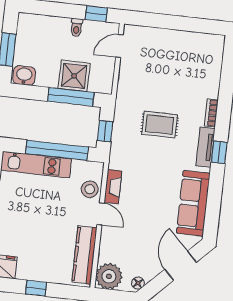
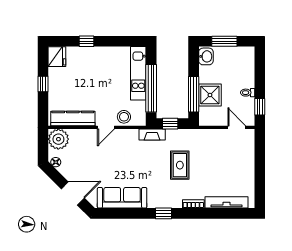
tv unit: (205, 147) -> (227, 202), moved, width x1.41
fireplace: (113, 187) -> (152, 134), moved

